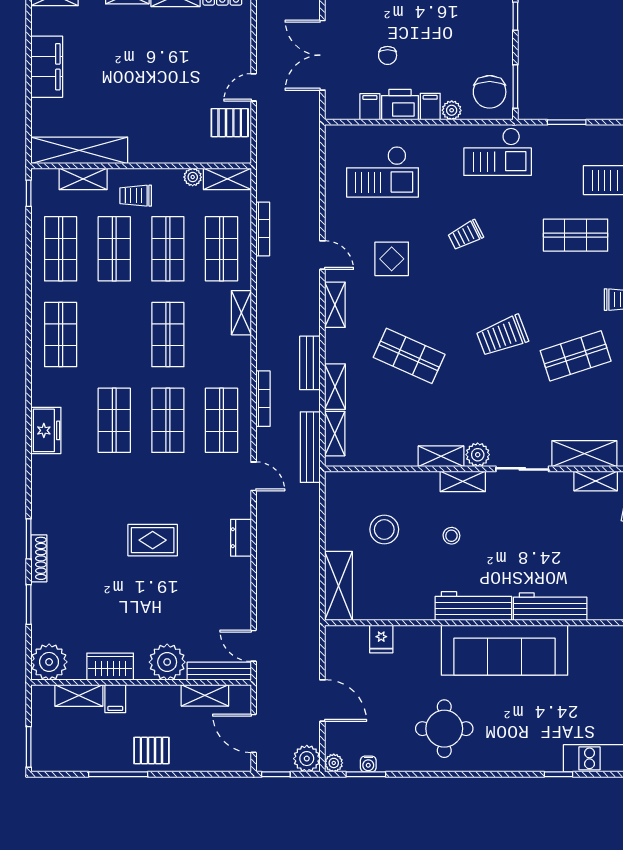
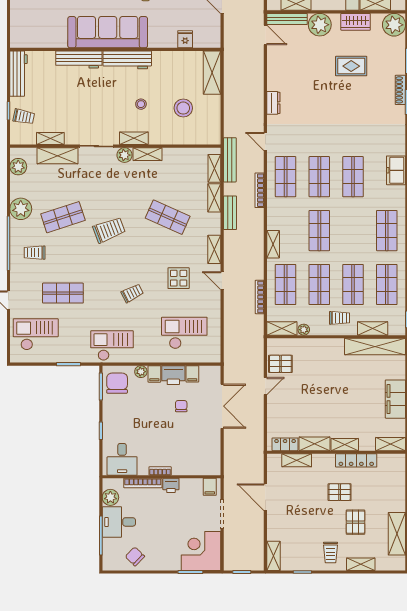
rug: (153, 540) -> (351, 66), moved

